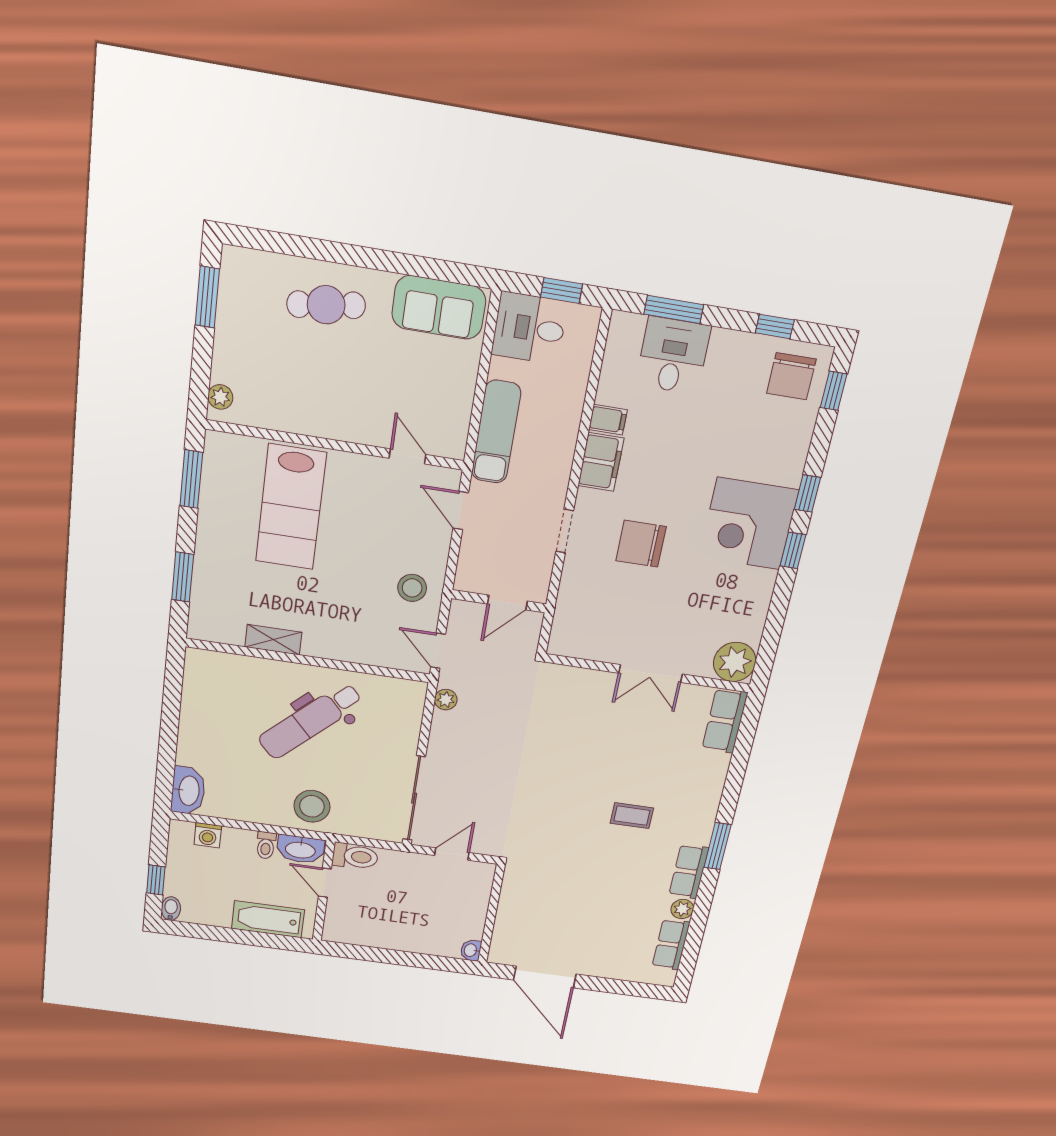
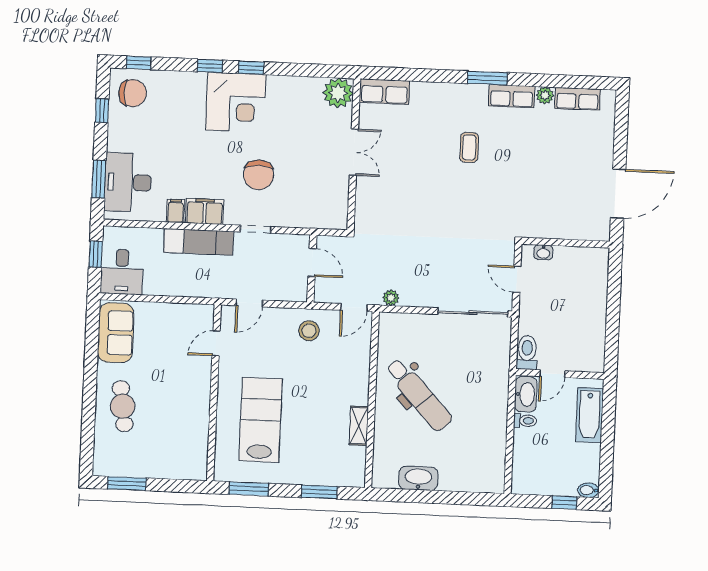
desk: (673, 355) -> (128, 182), width x1.37
plant: (220, 397) -> (191, 472), removed
exam couch: (496, 432) -> (199, 242), moved, turned 180
lab bench: (291, 507) -> (261, 420), turned -90
washbasin: (188, 791) -> (418, 478), moved
stool: (312, 806) -> (488, 388), removed
washing machine: (208, 835) -> (521, 465), removed
washbasin: (471, 950) -> (543, 252), moved

